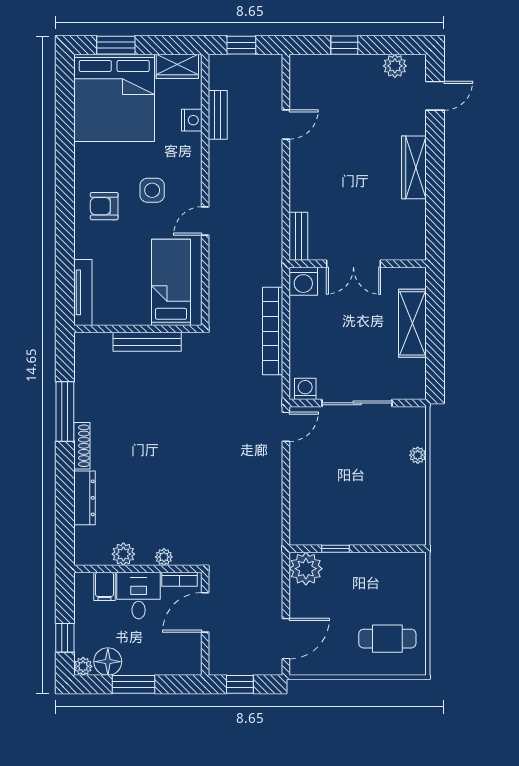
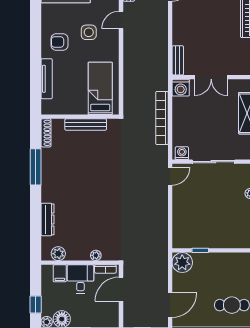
door: (205, 221) -> (121, 20), moved
tv unit: (83, 292) -> (47, 79), moved
shoe rack: (82, 446) -> (46, 133), moved
plant: (123, 554) -> (58, 254), moved

